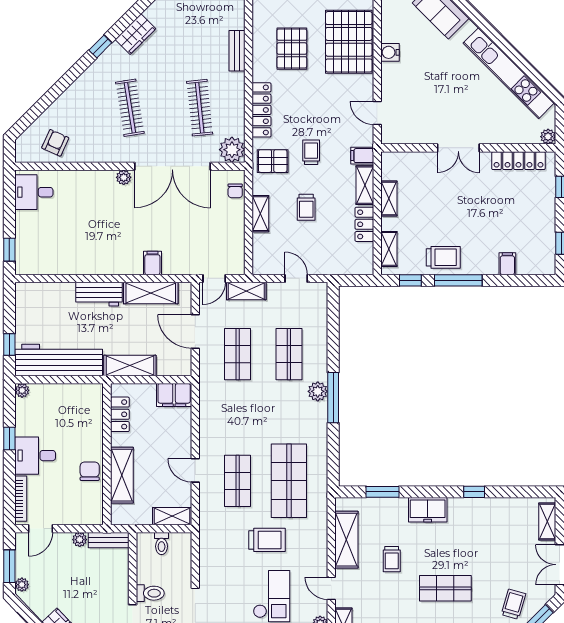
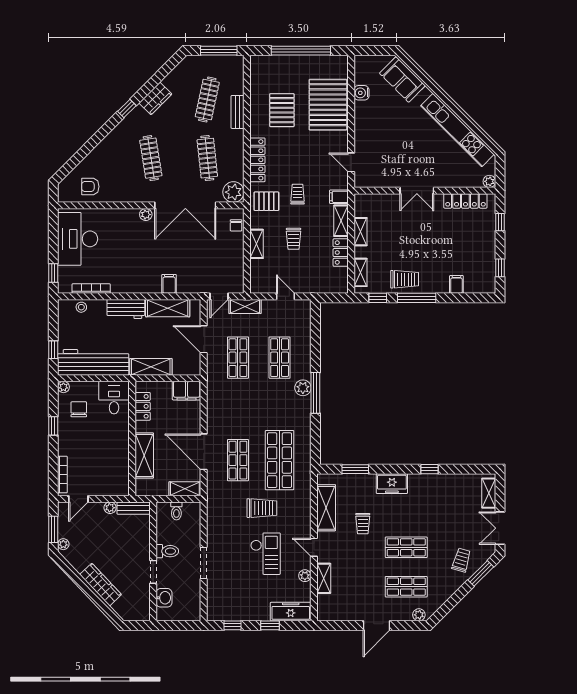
clothes rail: (200, 35) -> (207, 100), added
water cooler: (390, 52) -> (361, 93), moved
armchair: (55, 143) -> (90, 187), turned -114
desk: (34, 192) -> (78, 239), width x1.87, depth x1.30
bookcase: (56, 269) -> (91, 288), added
stool: (44, 292) -> (81, 307), added
desk: (35, 456) -> (114, 398), moved, turned 90
door: (195, 470) -> (204, 452), width x1.87
chair: (90, 471) -> (79, 409), moved

